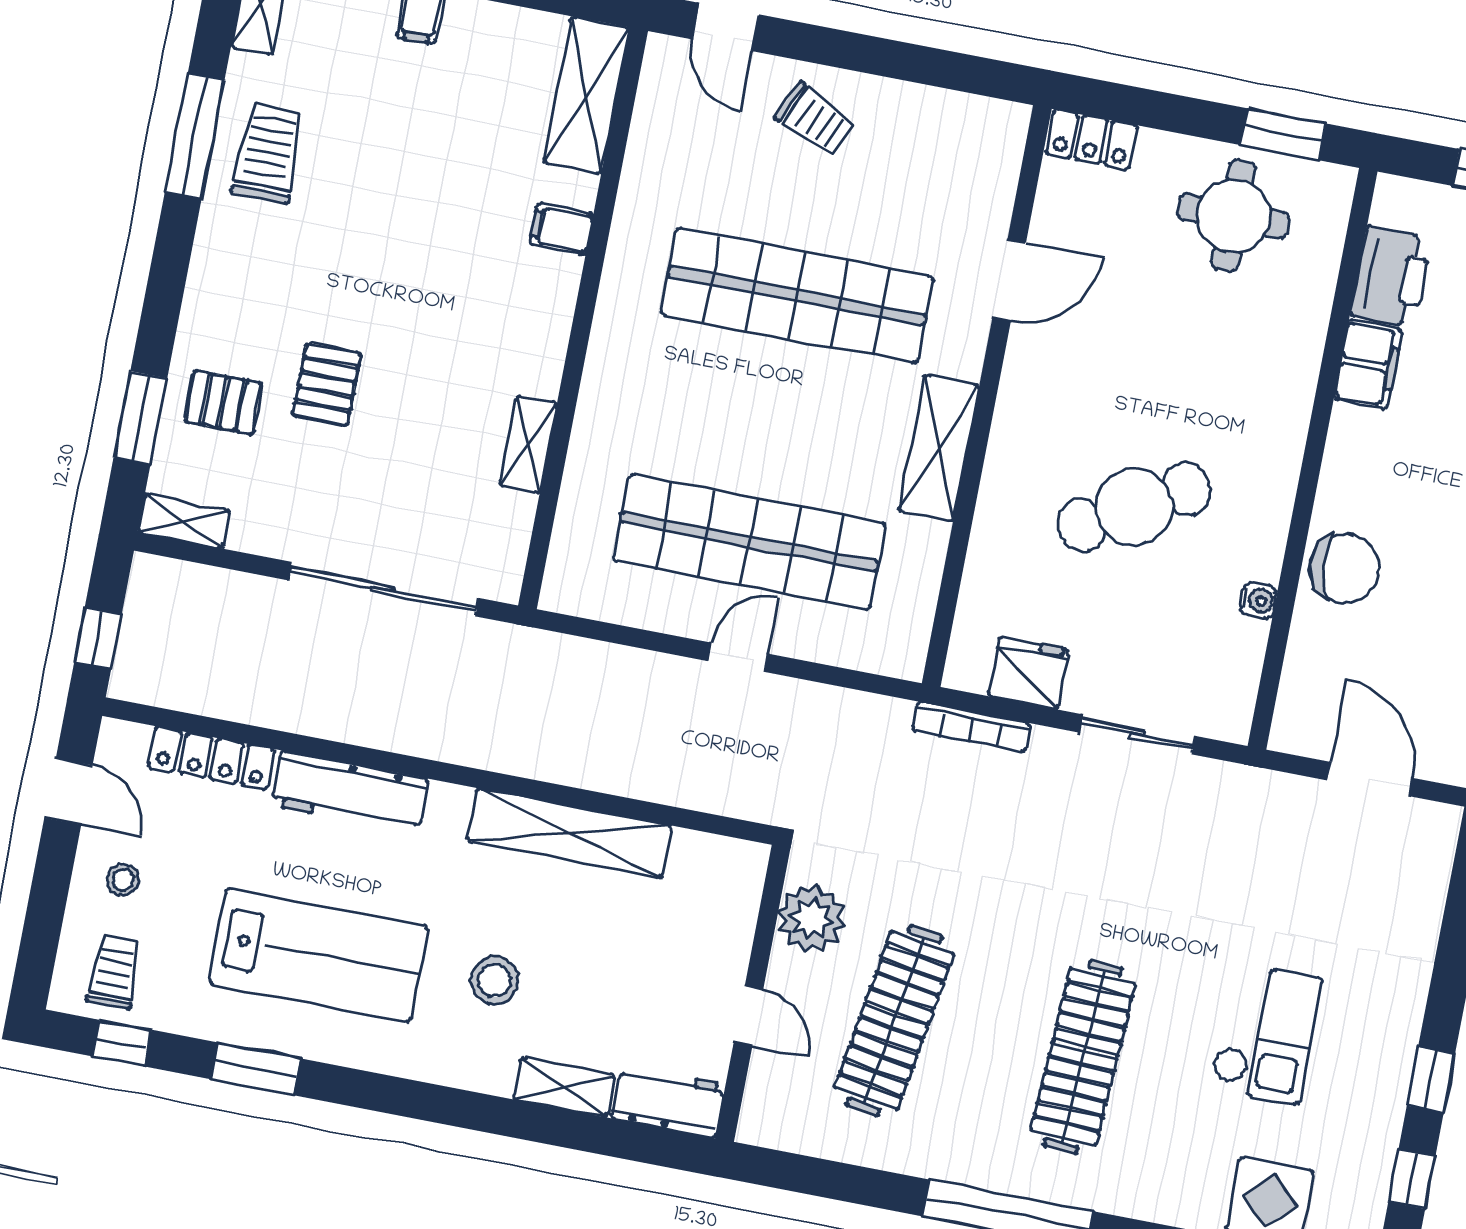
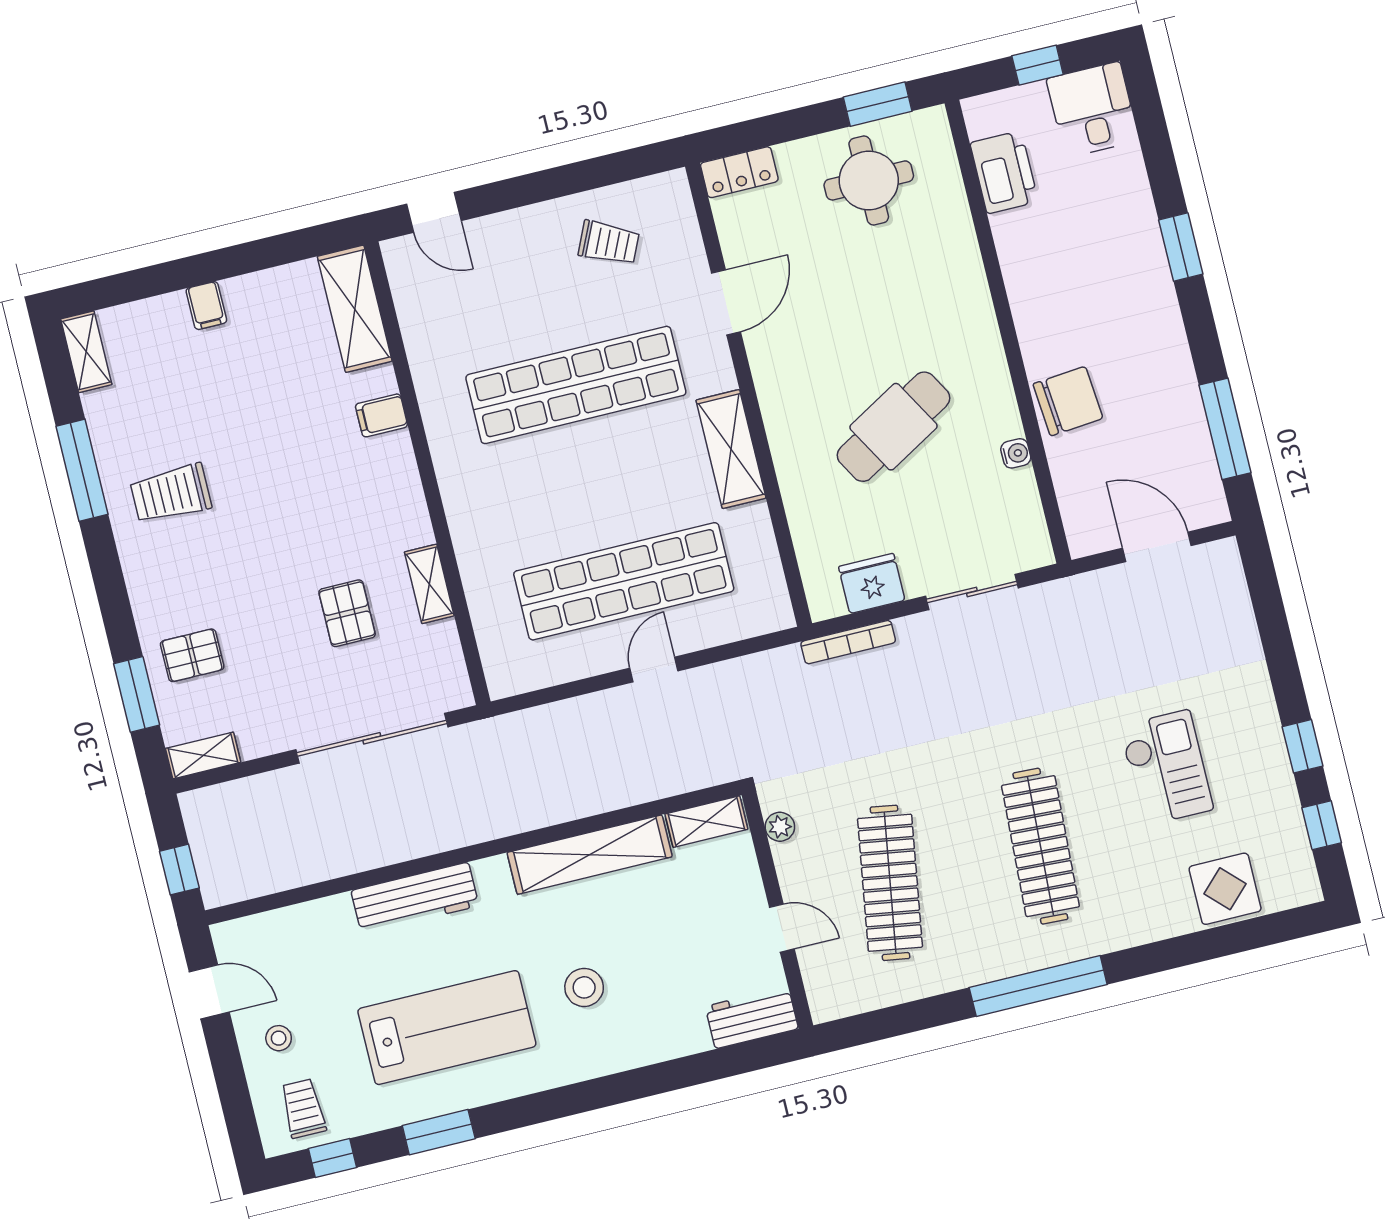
trolley: (815, 120) -> (609, 243), moved
trolley: (268, 153) -> (171, 494), moved, turned -90
filing cabinet: (1368, 364) -> (1017, 244), removed
pallet: (327, 384) -> (347, 613), moved
locker: (211, 758) -> (302, 919), removed
plant: (811, 919) -> (780, 827), width x0.53, depth x0.53
shelving: (564, 1087) -> (706, 822), moved

